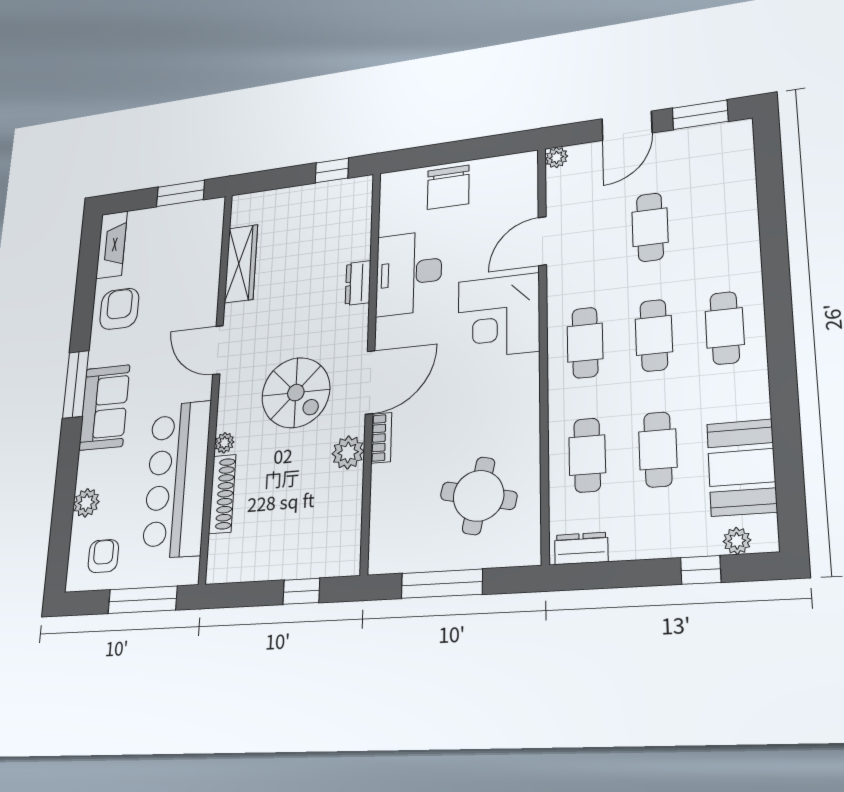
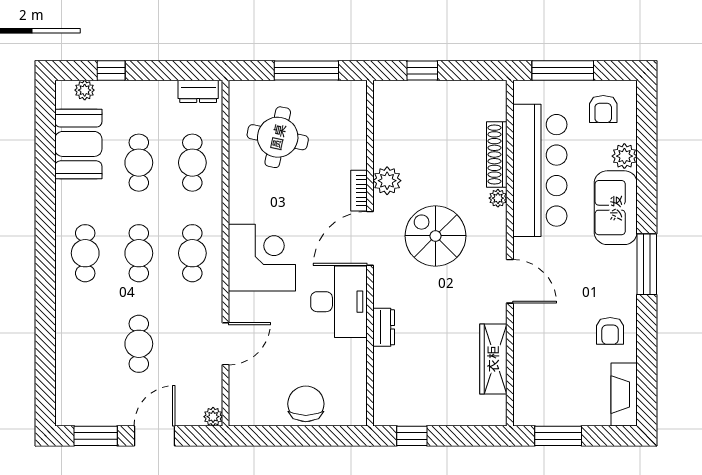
desk: (409, 273) -> (339, 302), moved
armchair: (119, 309) -> (610, 331), width x0.72, depth x0.72
corner desk: (499, 316) -> (262, 258), moved
sofa: (104, 407) -> (616, 208), moved

